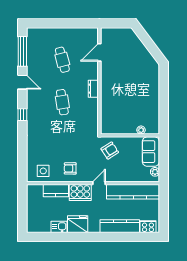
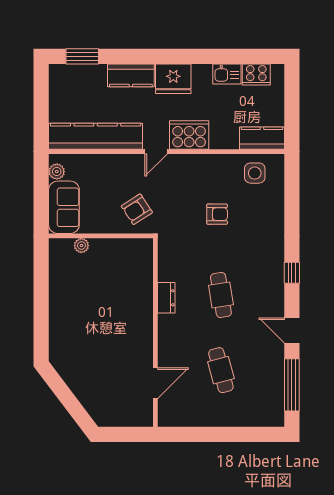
dresser: (93, 89) -> (166, 298), moved
armchair: (70, 168) -> (217, 214), moved
kitchen counter: (56, 191) -> (262, 138), moved
fridge: (78, 224) -> (173, 79), moved
kitchen counter: (120, 226) -> (131, 75), width x0.67
cooker: (148, 227) -> (256, 74), moved
window: (141, 237) -> (82, 56), added

